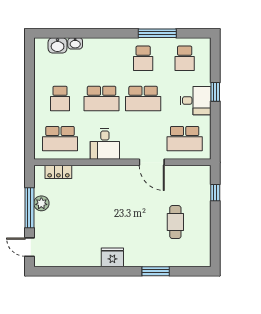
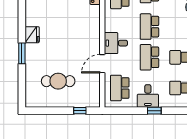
desk: (105, 144) -> (116, 43), moved
cafe table: (175, 222) -> (58, 81), width x1.37, depth x1.35
window: (156, 271) -> (22, 53), moved

